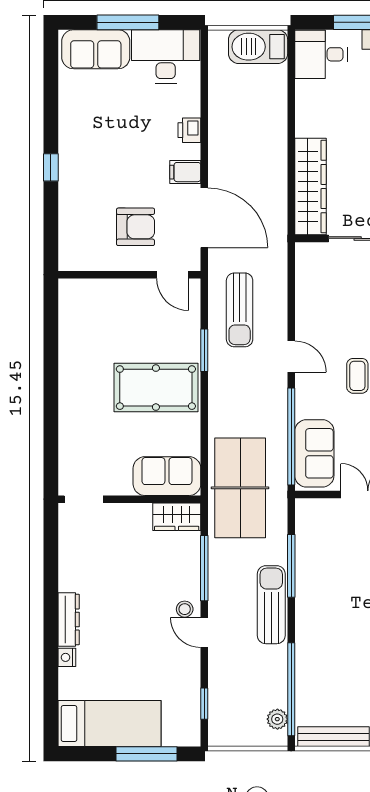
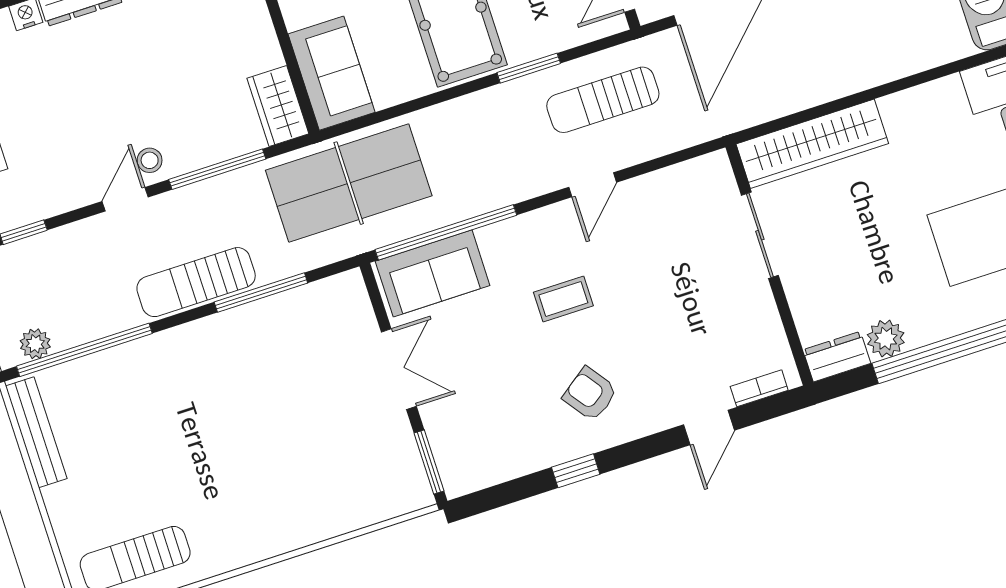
door: (291, 357) -> (593, 185), moved
sun lounger: (271, 605) -> (196, 282), turned 180

